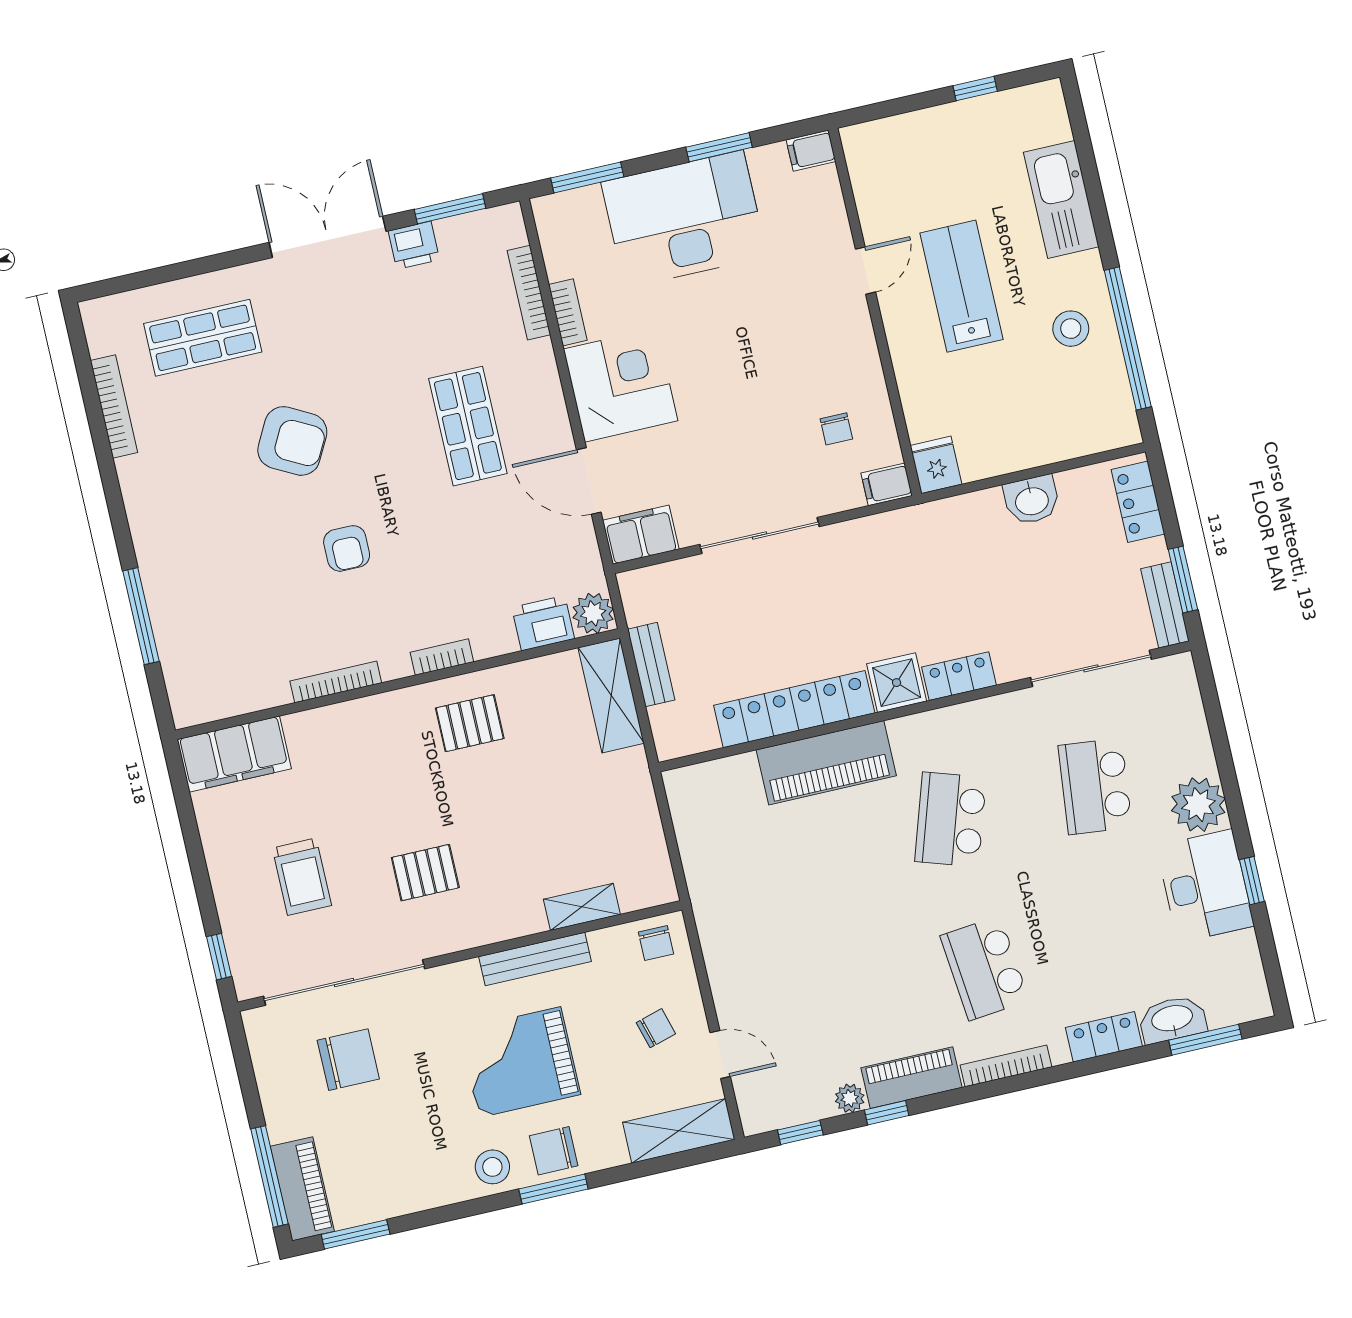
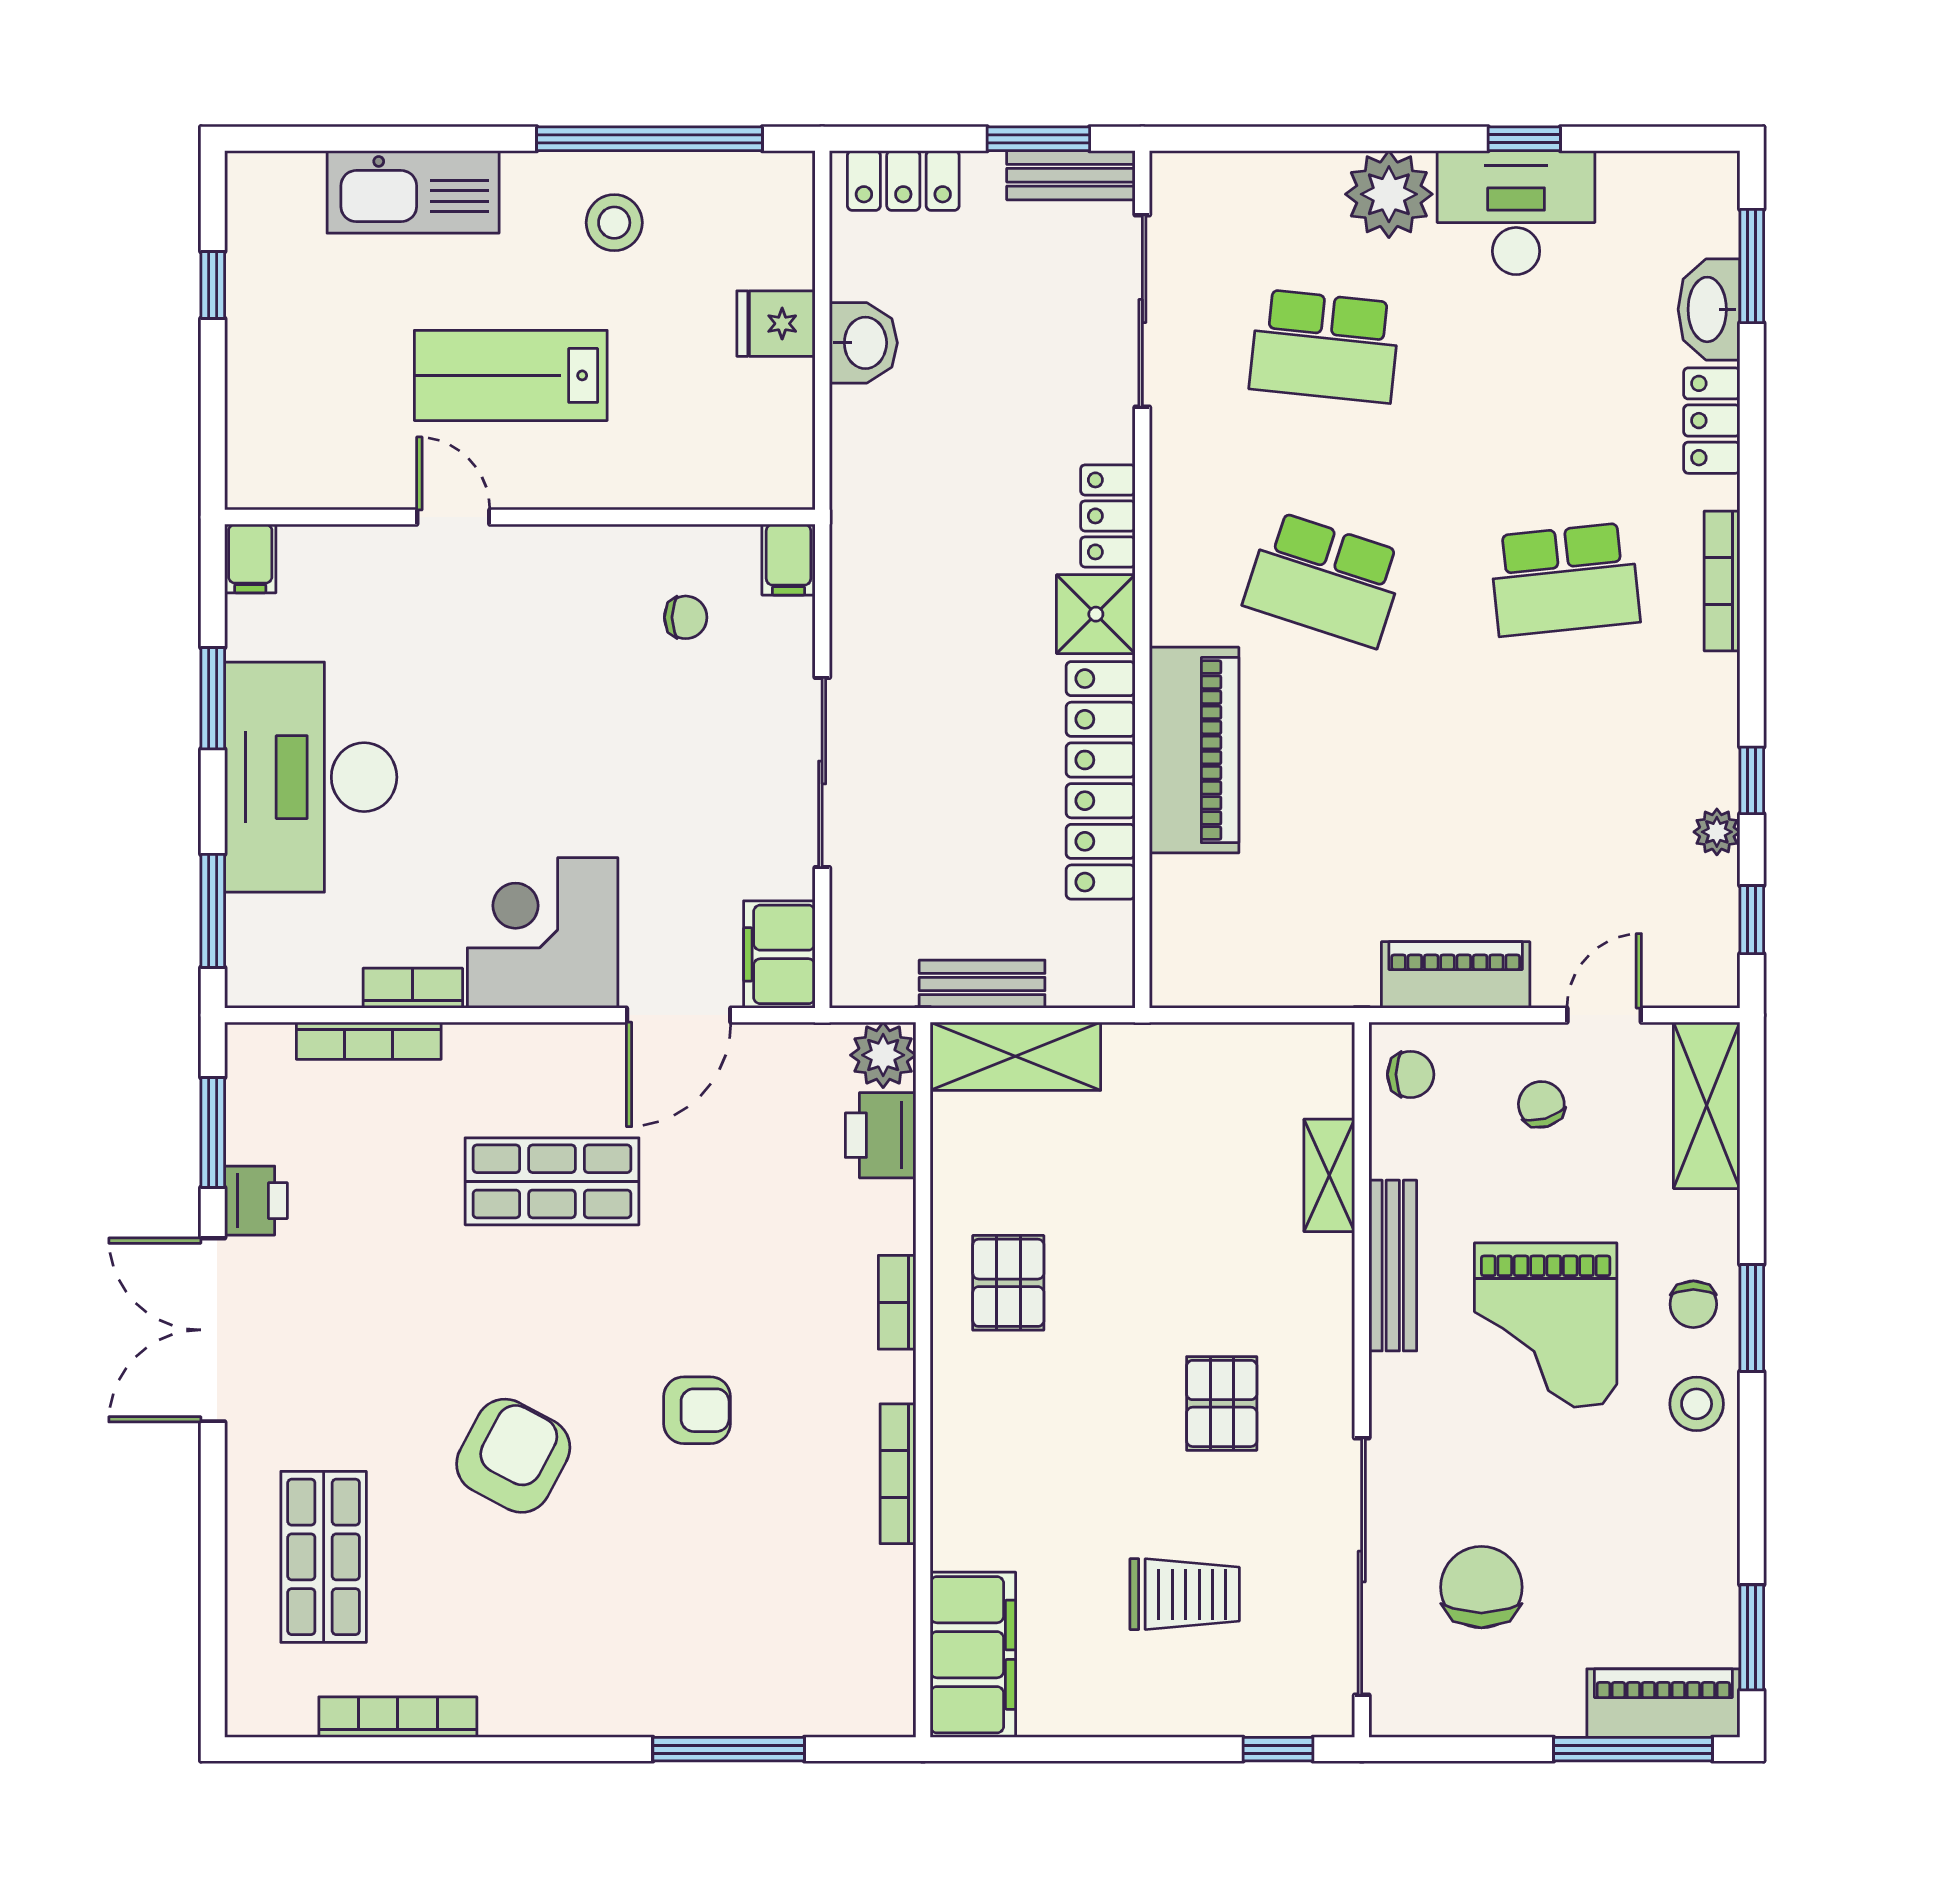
fridge: (936, 465) -> (776, 324), moved
piano: (912, 1078) -> (1456, 975), moved, turned 90
chair: (554, 1151) -> (1693, 1304), width x0.73, depth x0.73

